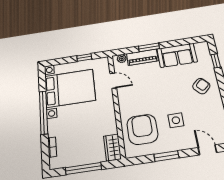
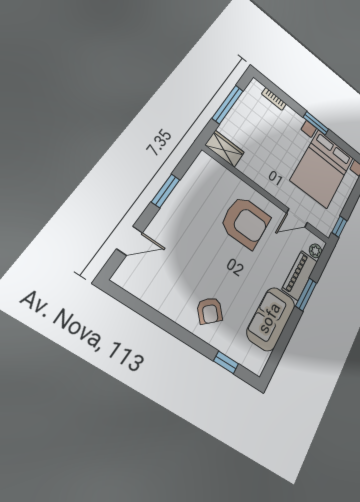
window: (84, 57) -> (339, 227), moved
window: (43, 112) -> (316, 123), width x0.47
side table: (176, 120) -> (196, 240), removed
armchair: (142, 129) -> (245, 222), moved

